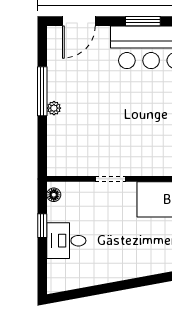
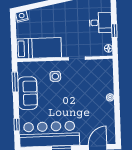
window: (42, 91) -> (117, 107), removed
side table: (149, 149) -> (55, 76), added

